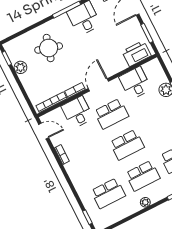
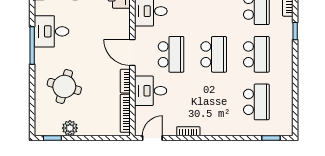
plant: (145, 202) -> (287, 66), removed

